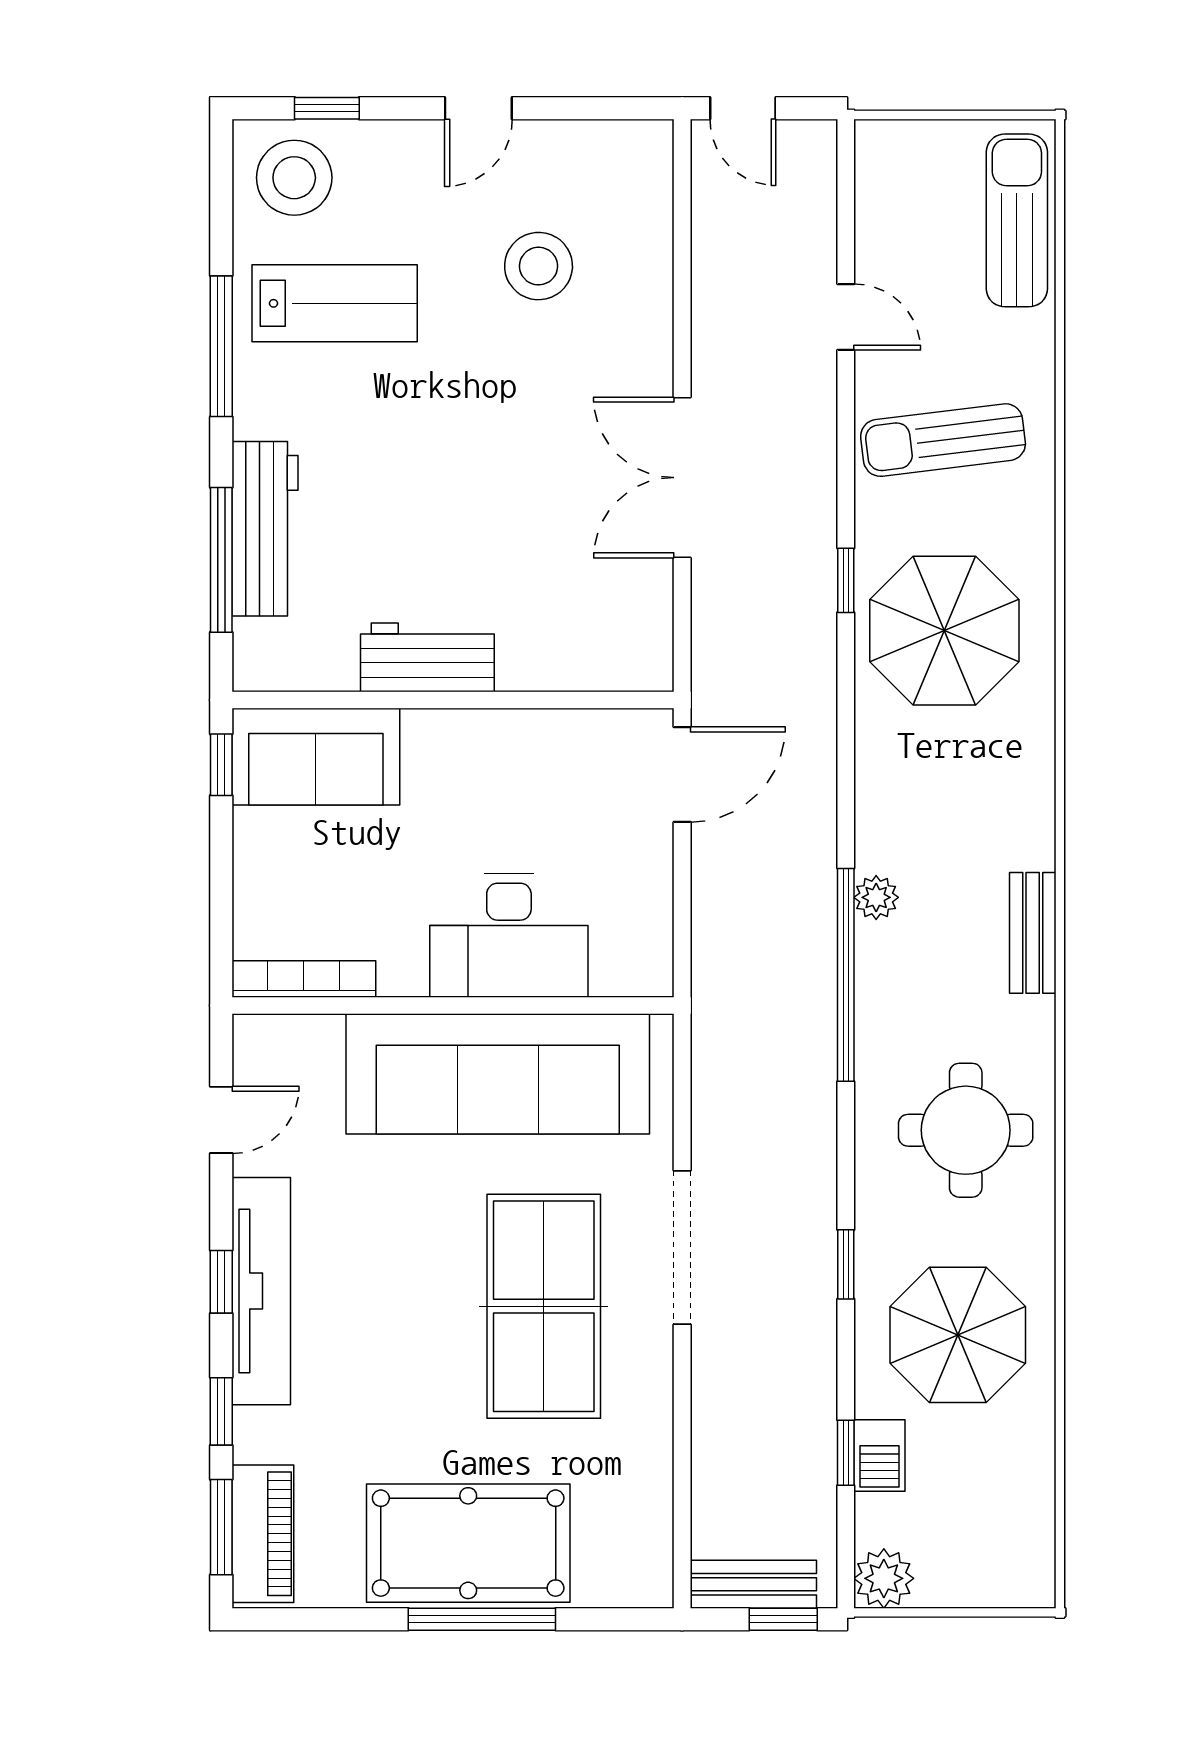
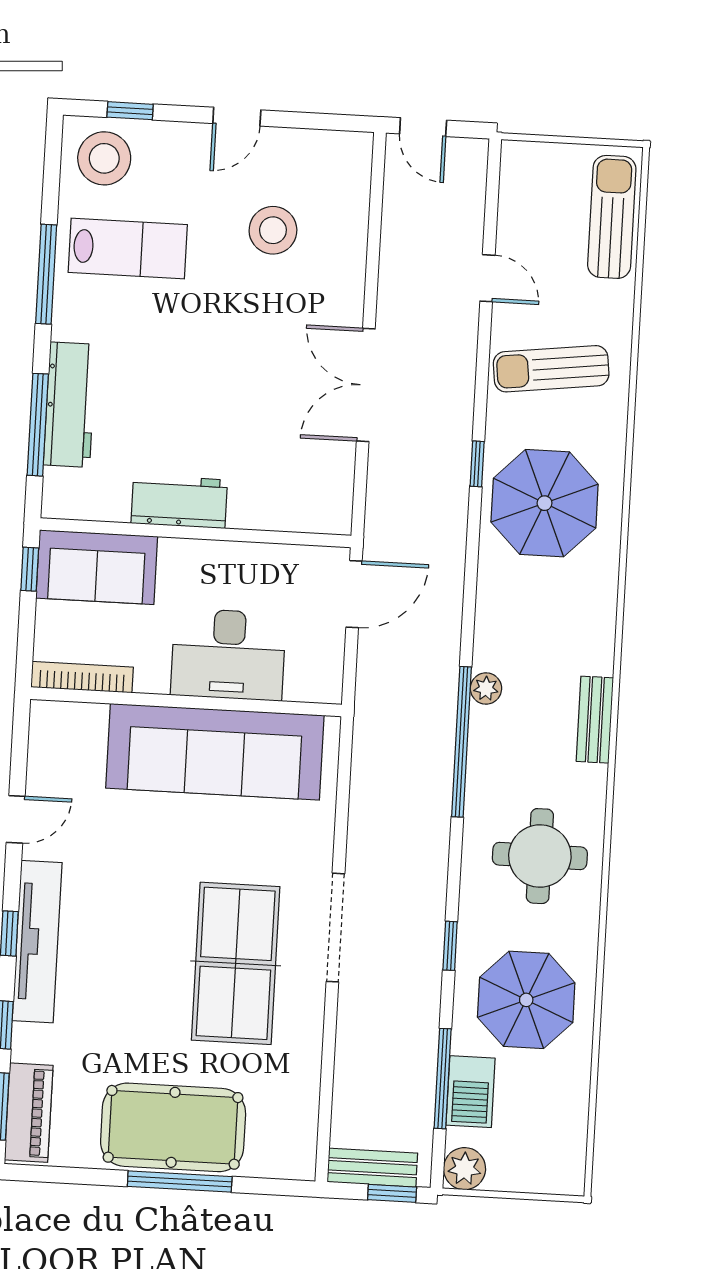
desk: (509, 935) -> (228, 654), moved
bookcase: (304, 979) -> (82, 677), moved
wall: (453, 1006) -> (186, 702), moved
sofa: (498, 1074) -> (215, 752), moved
window: (846, 1453) -> (443, 1079), width x2.17
barbecue: (879, 1456) -> (471, 1092), width x1.38, depth x1.27

